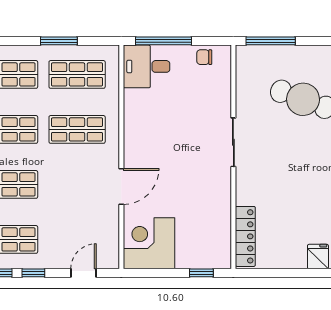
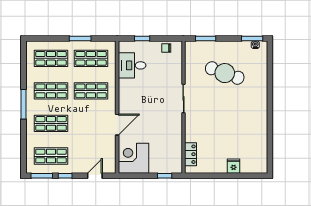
window: (164, 41) -> (142, 38), width x0.46
window: (271, 41) -> (206, 38), width x0.69
desk: (146, 66) -> (132, 65), moved
locker: (245, 236) -> (191, 154), width x0.66

